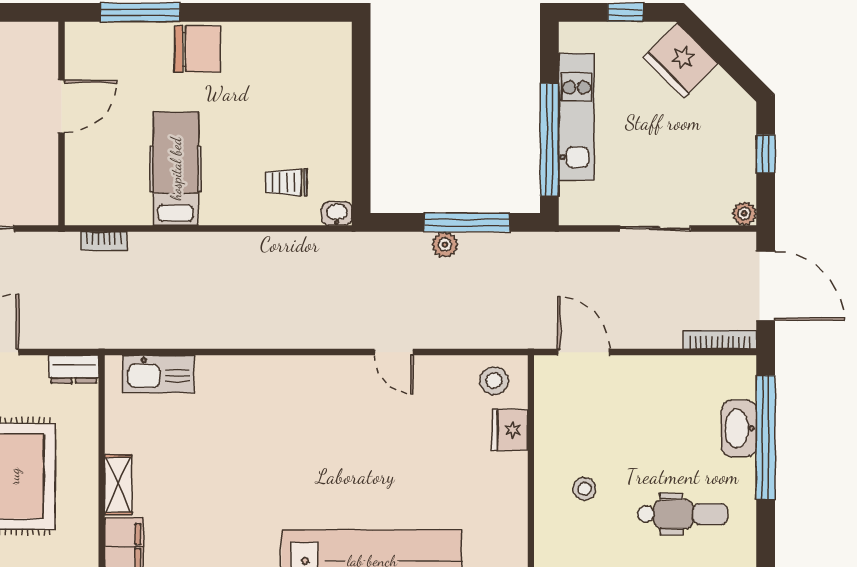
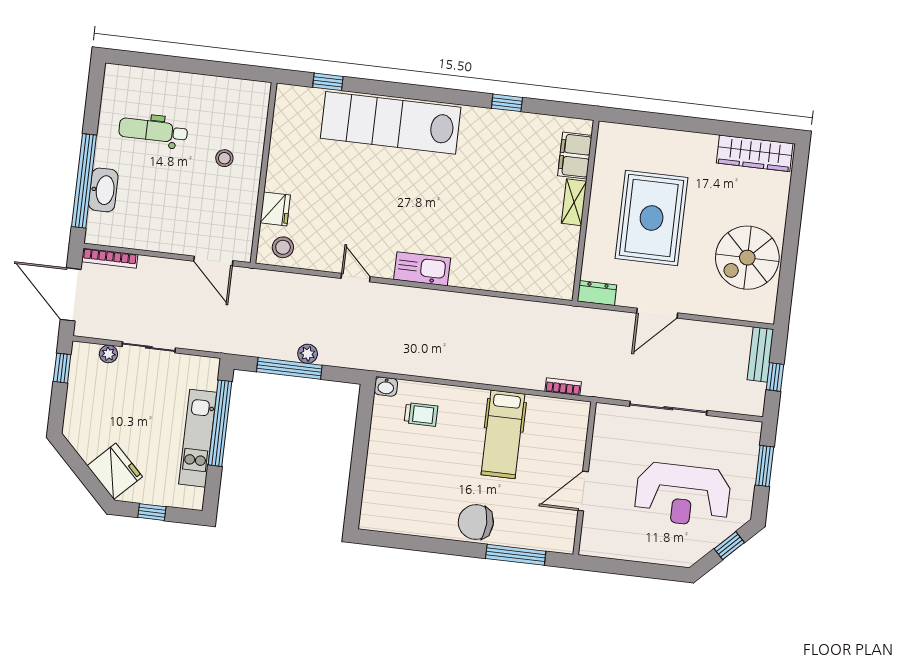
window: (766, 154) -> (62, 368), moved
plant: (744, 214) -> (108, 354), moved
kitchen sink: (158, 374) -> (422, 269), moved

